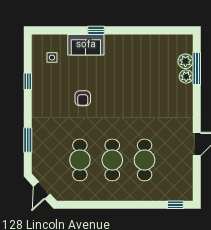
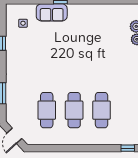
armchair: (83, 98) -> (49, 58), removed

